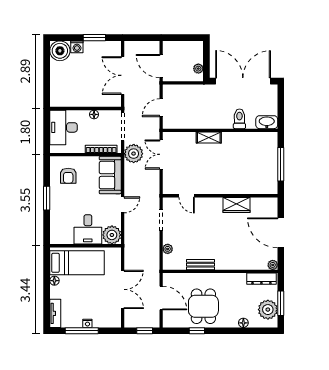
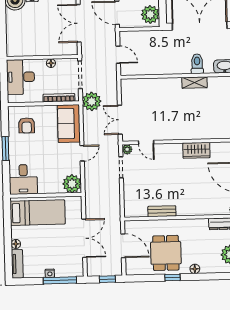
plant: (198, 69) -> (150, 14), width x1.87, depth x1.87
door: (161, 108) -> (118, 55), swing flipped
shelving: (209, 137) -> (195, 83), moved
double door: (161, 154) -> (120, 120), moved
desk: (88, 229) -> (23, 179), moved
plant: (168, 249) -> (127, 149), moved
floor lamp: (54, 281) -> (16, 244), moved
floor lamp: (243, 323) -> (195, 269), moved
window: (82, 331) -> (60, 280), moved
window: (197, 331) -> (172, 277), moved

